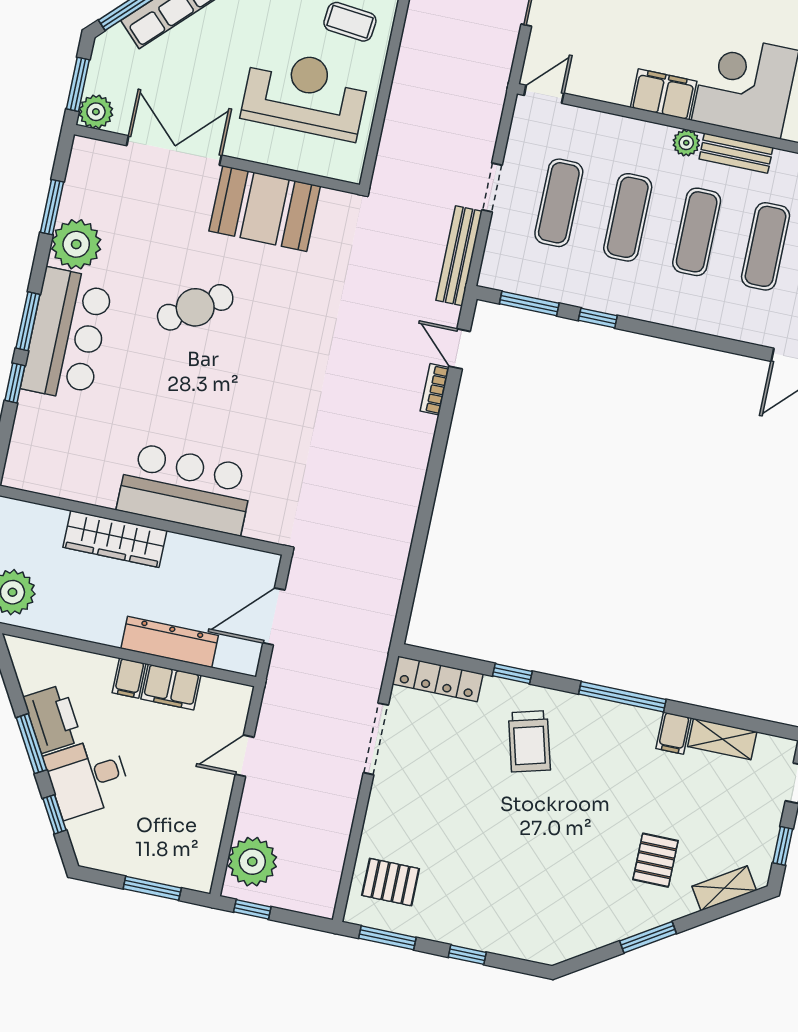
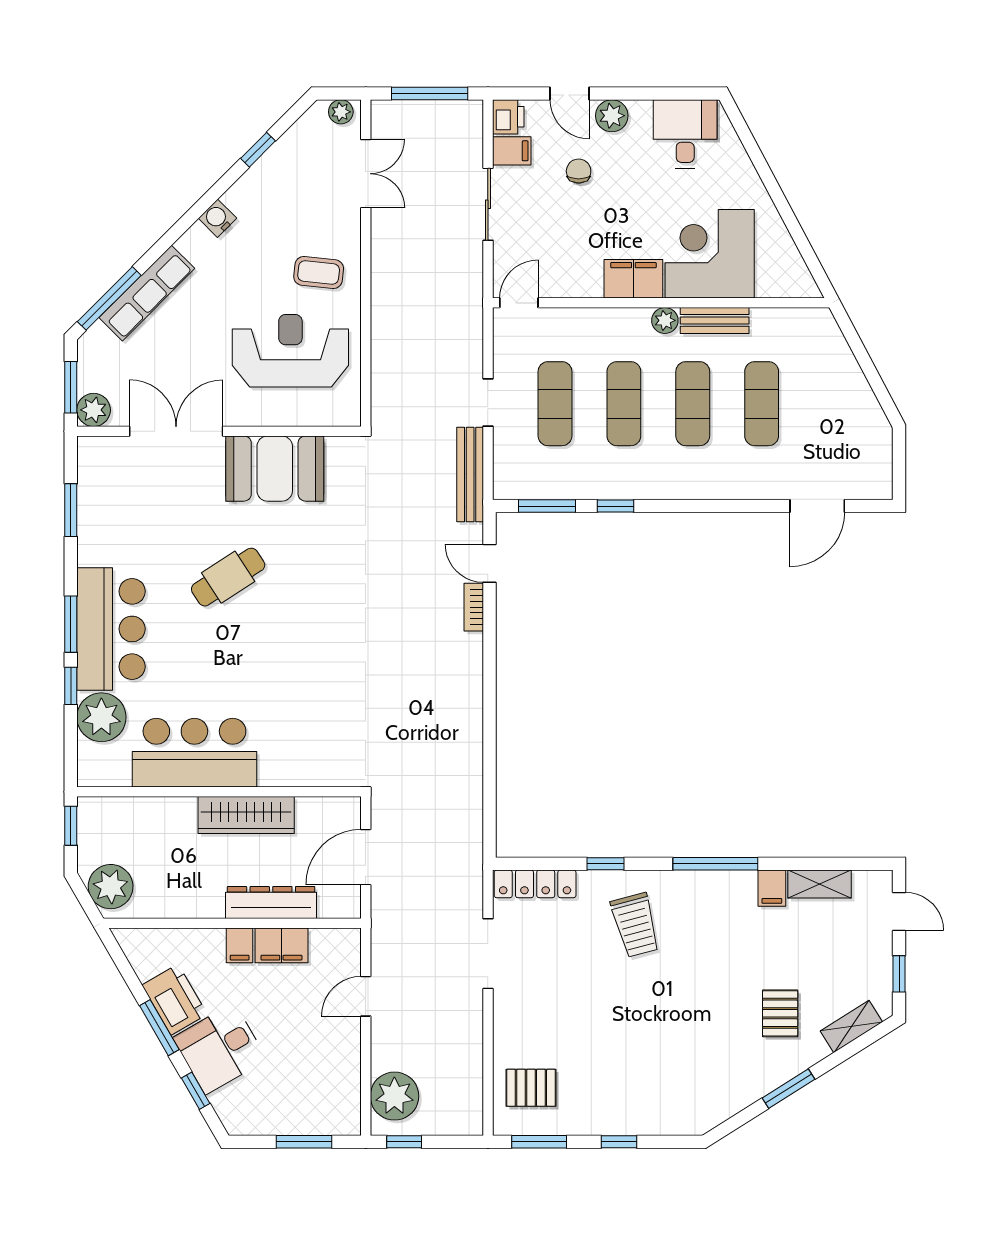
plant: (76, 244) -> (101, 717), moved
bar counter: (185, 489) -> (194, 753), moved
wardrobe: (115, 539) -> (246, 815), moved

